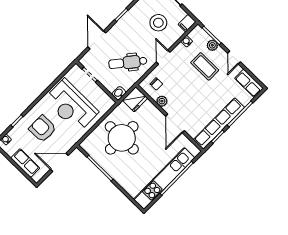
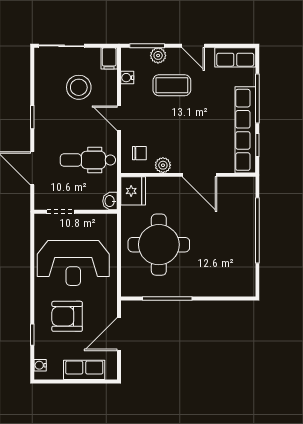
dental chair: (128, 63) -> (88, 160), turned 51
kitchen unit: (164, 179) -> (245, 244), removed

